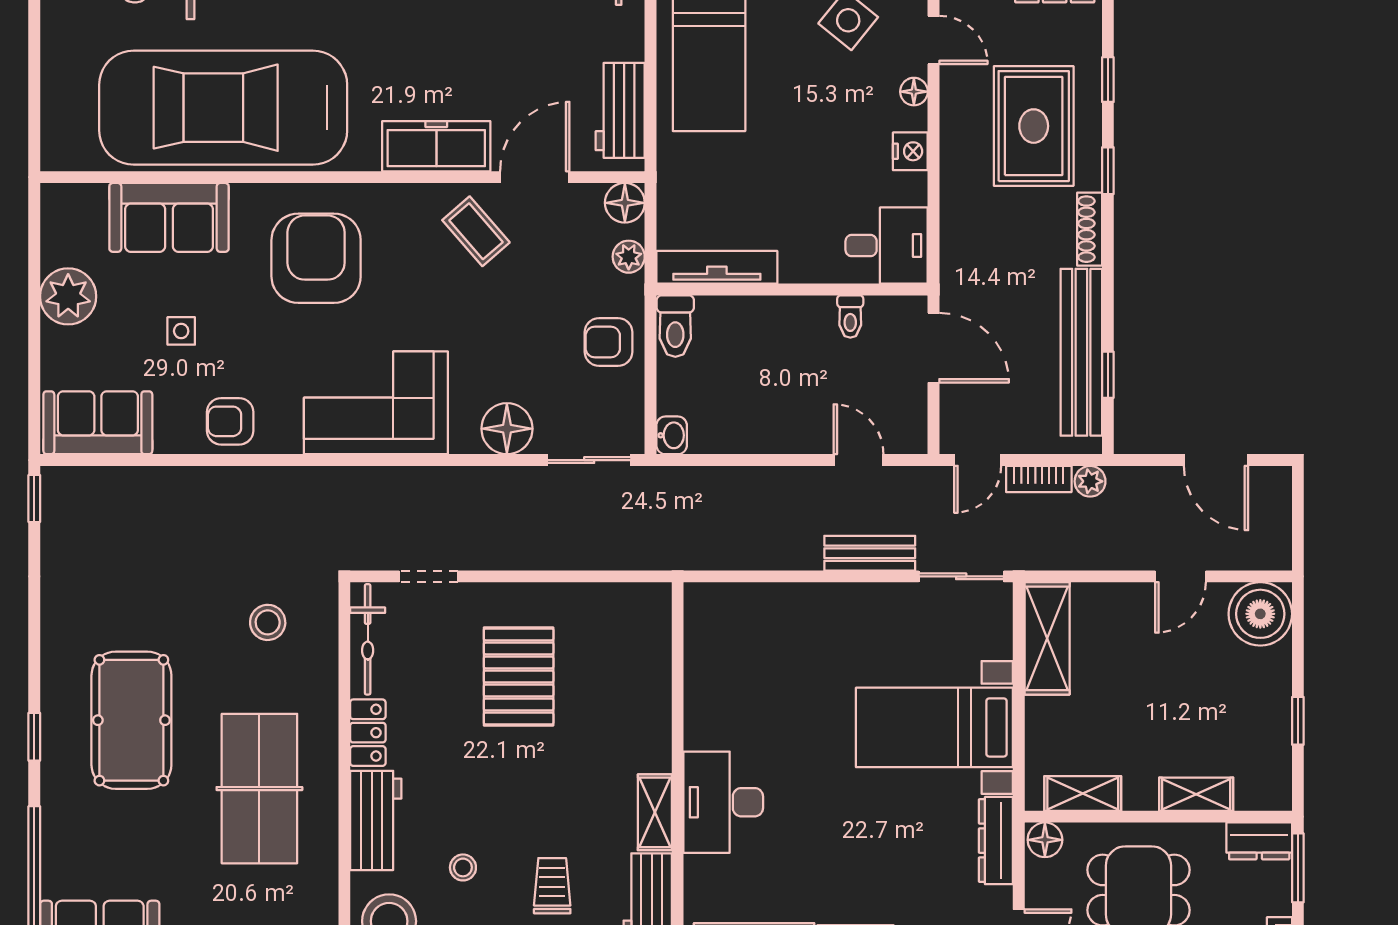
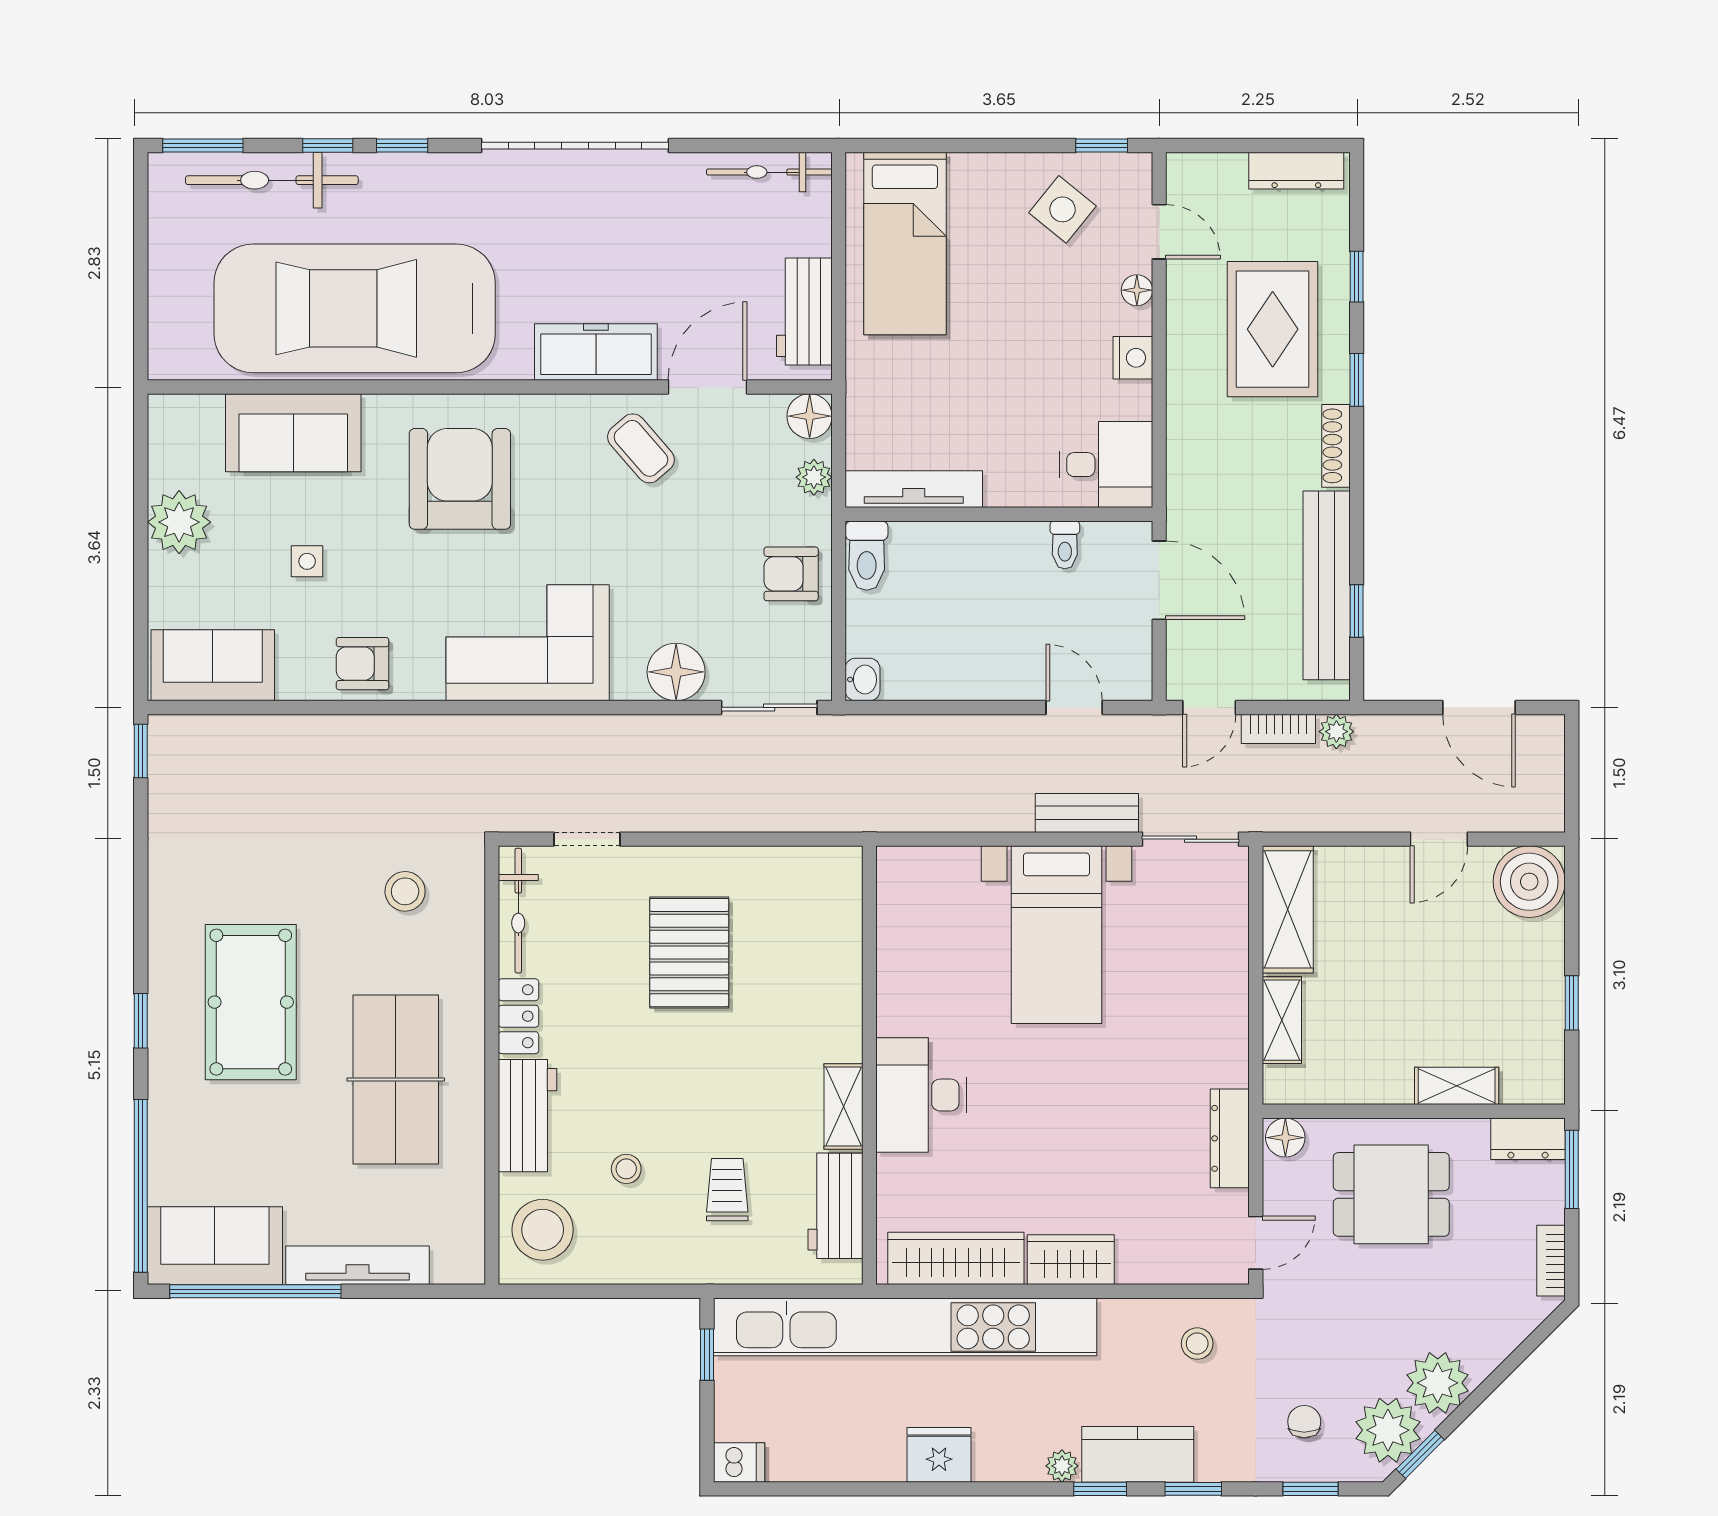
bed with nightstands: (934, 727) -> (1056, 935), moved, turned -90
shelving: (1083, 794) -> (1282, 1020), moved, turned 90

